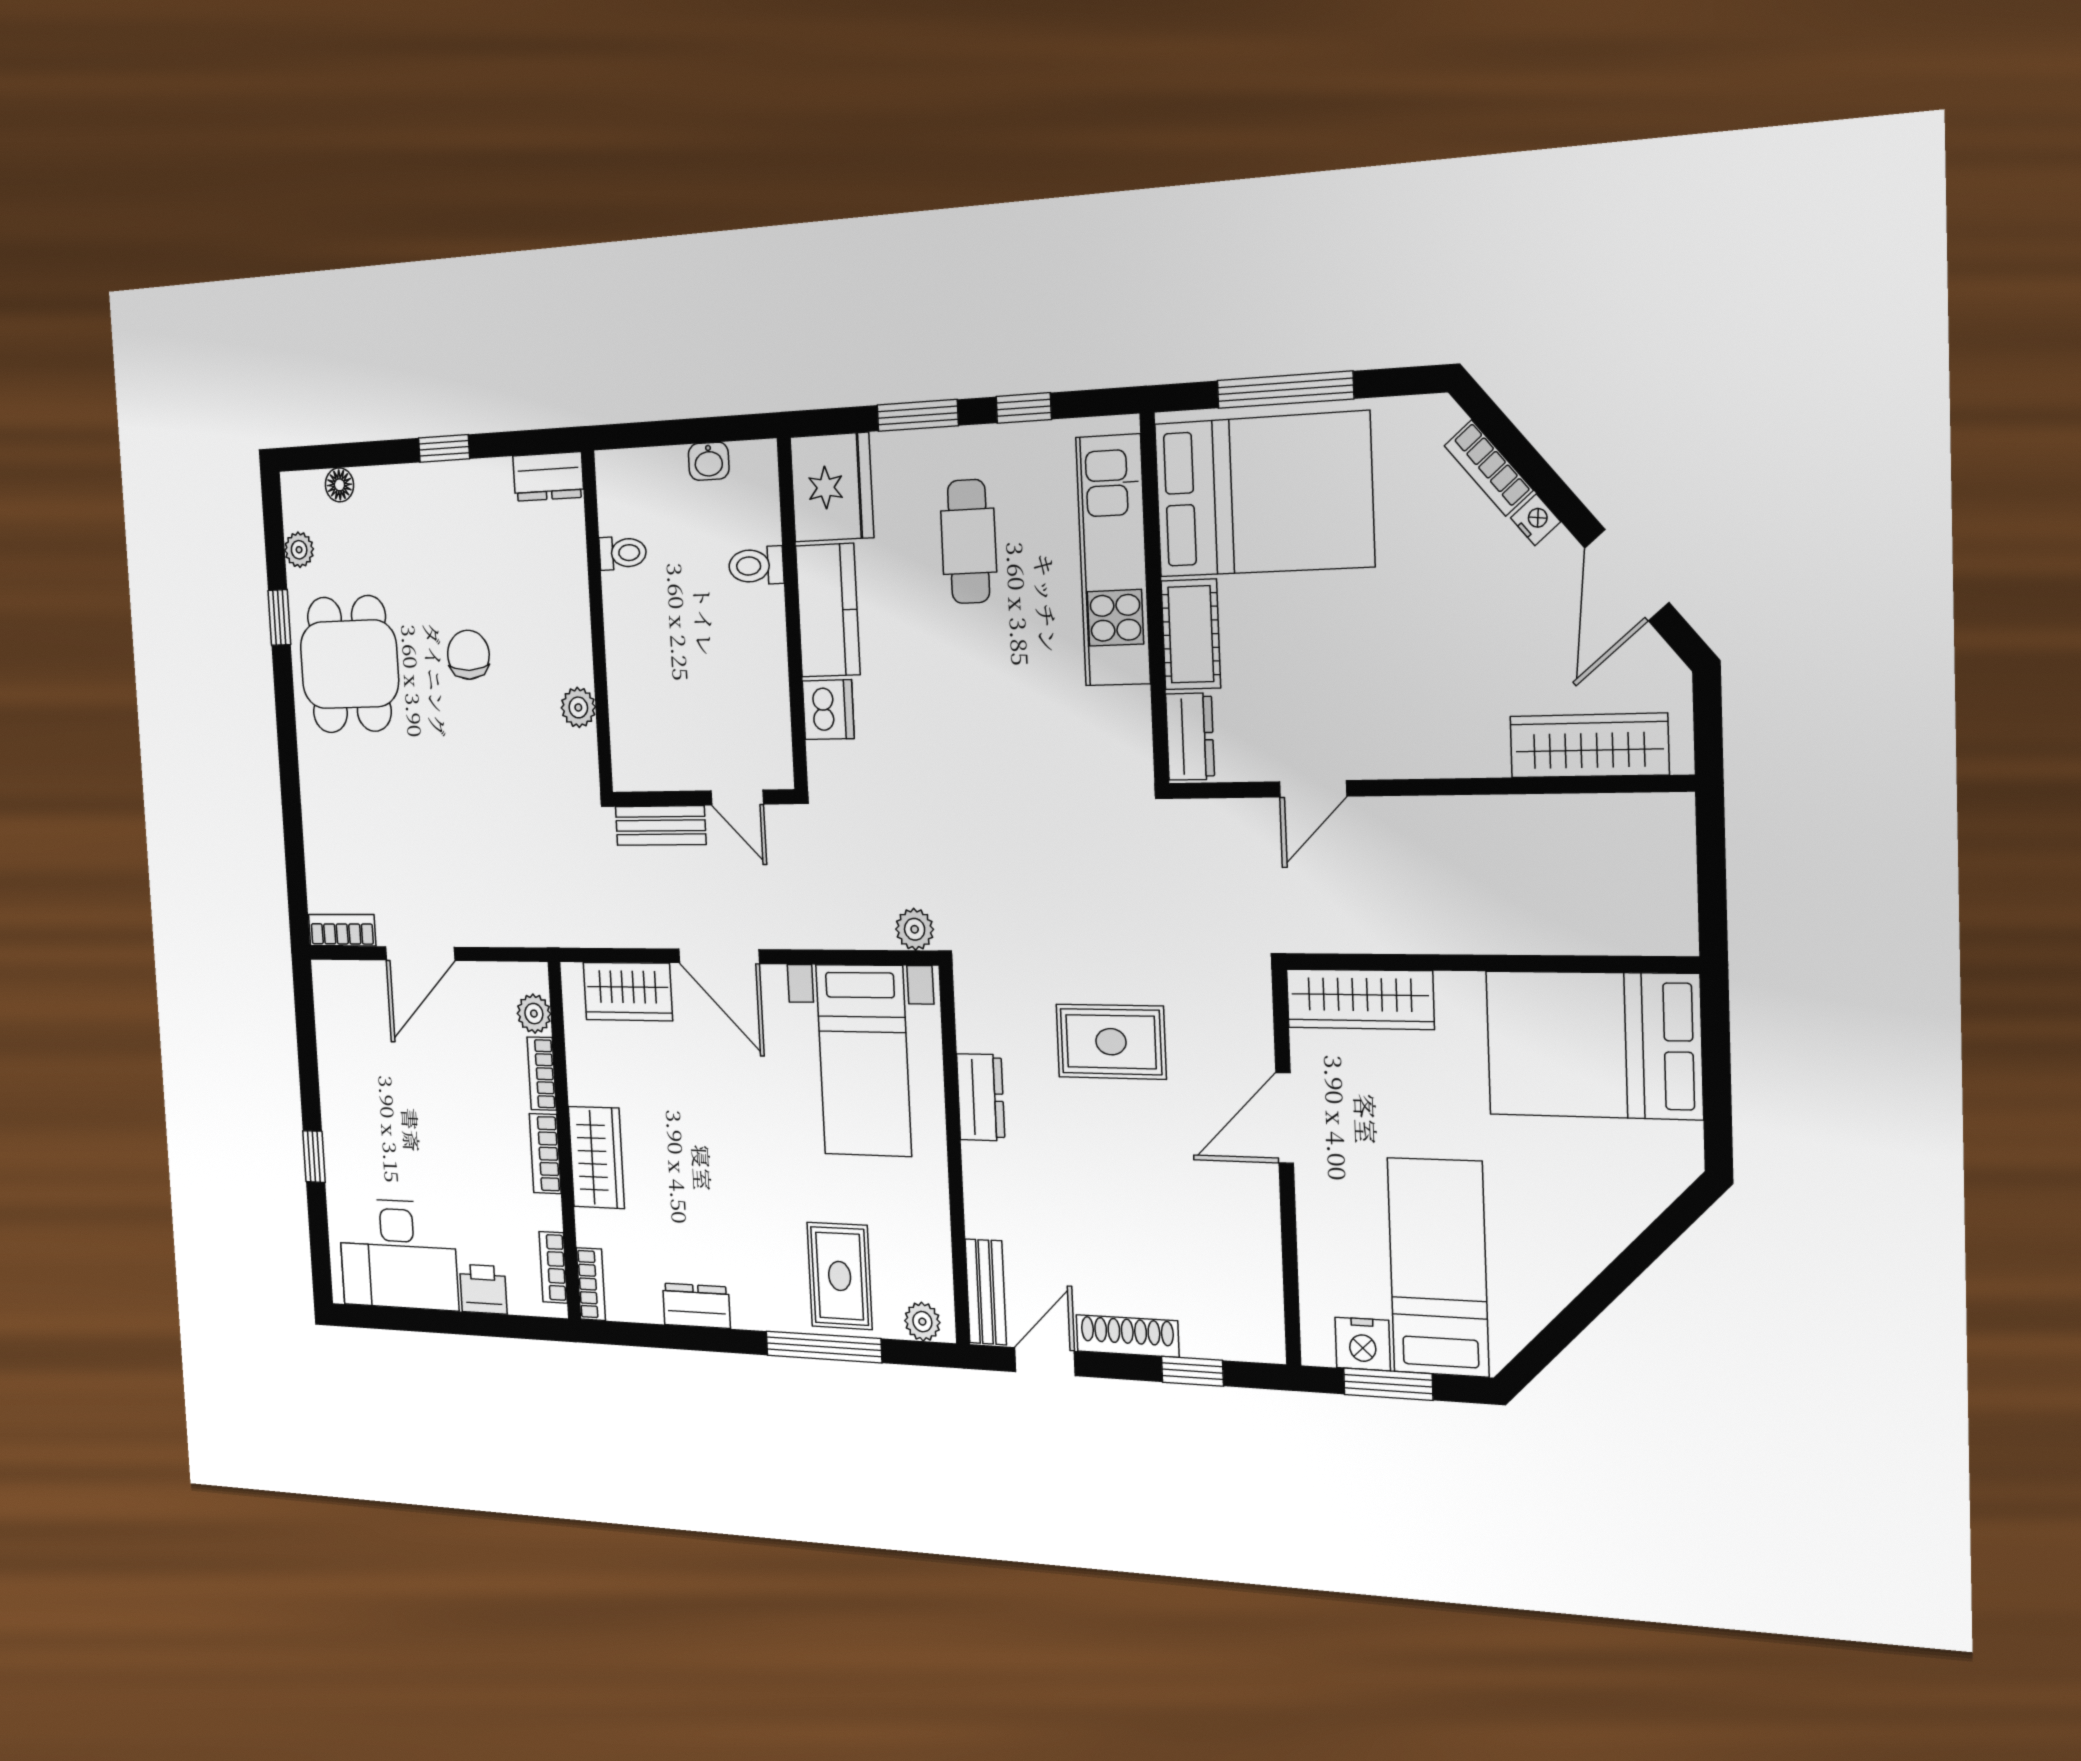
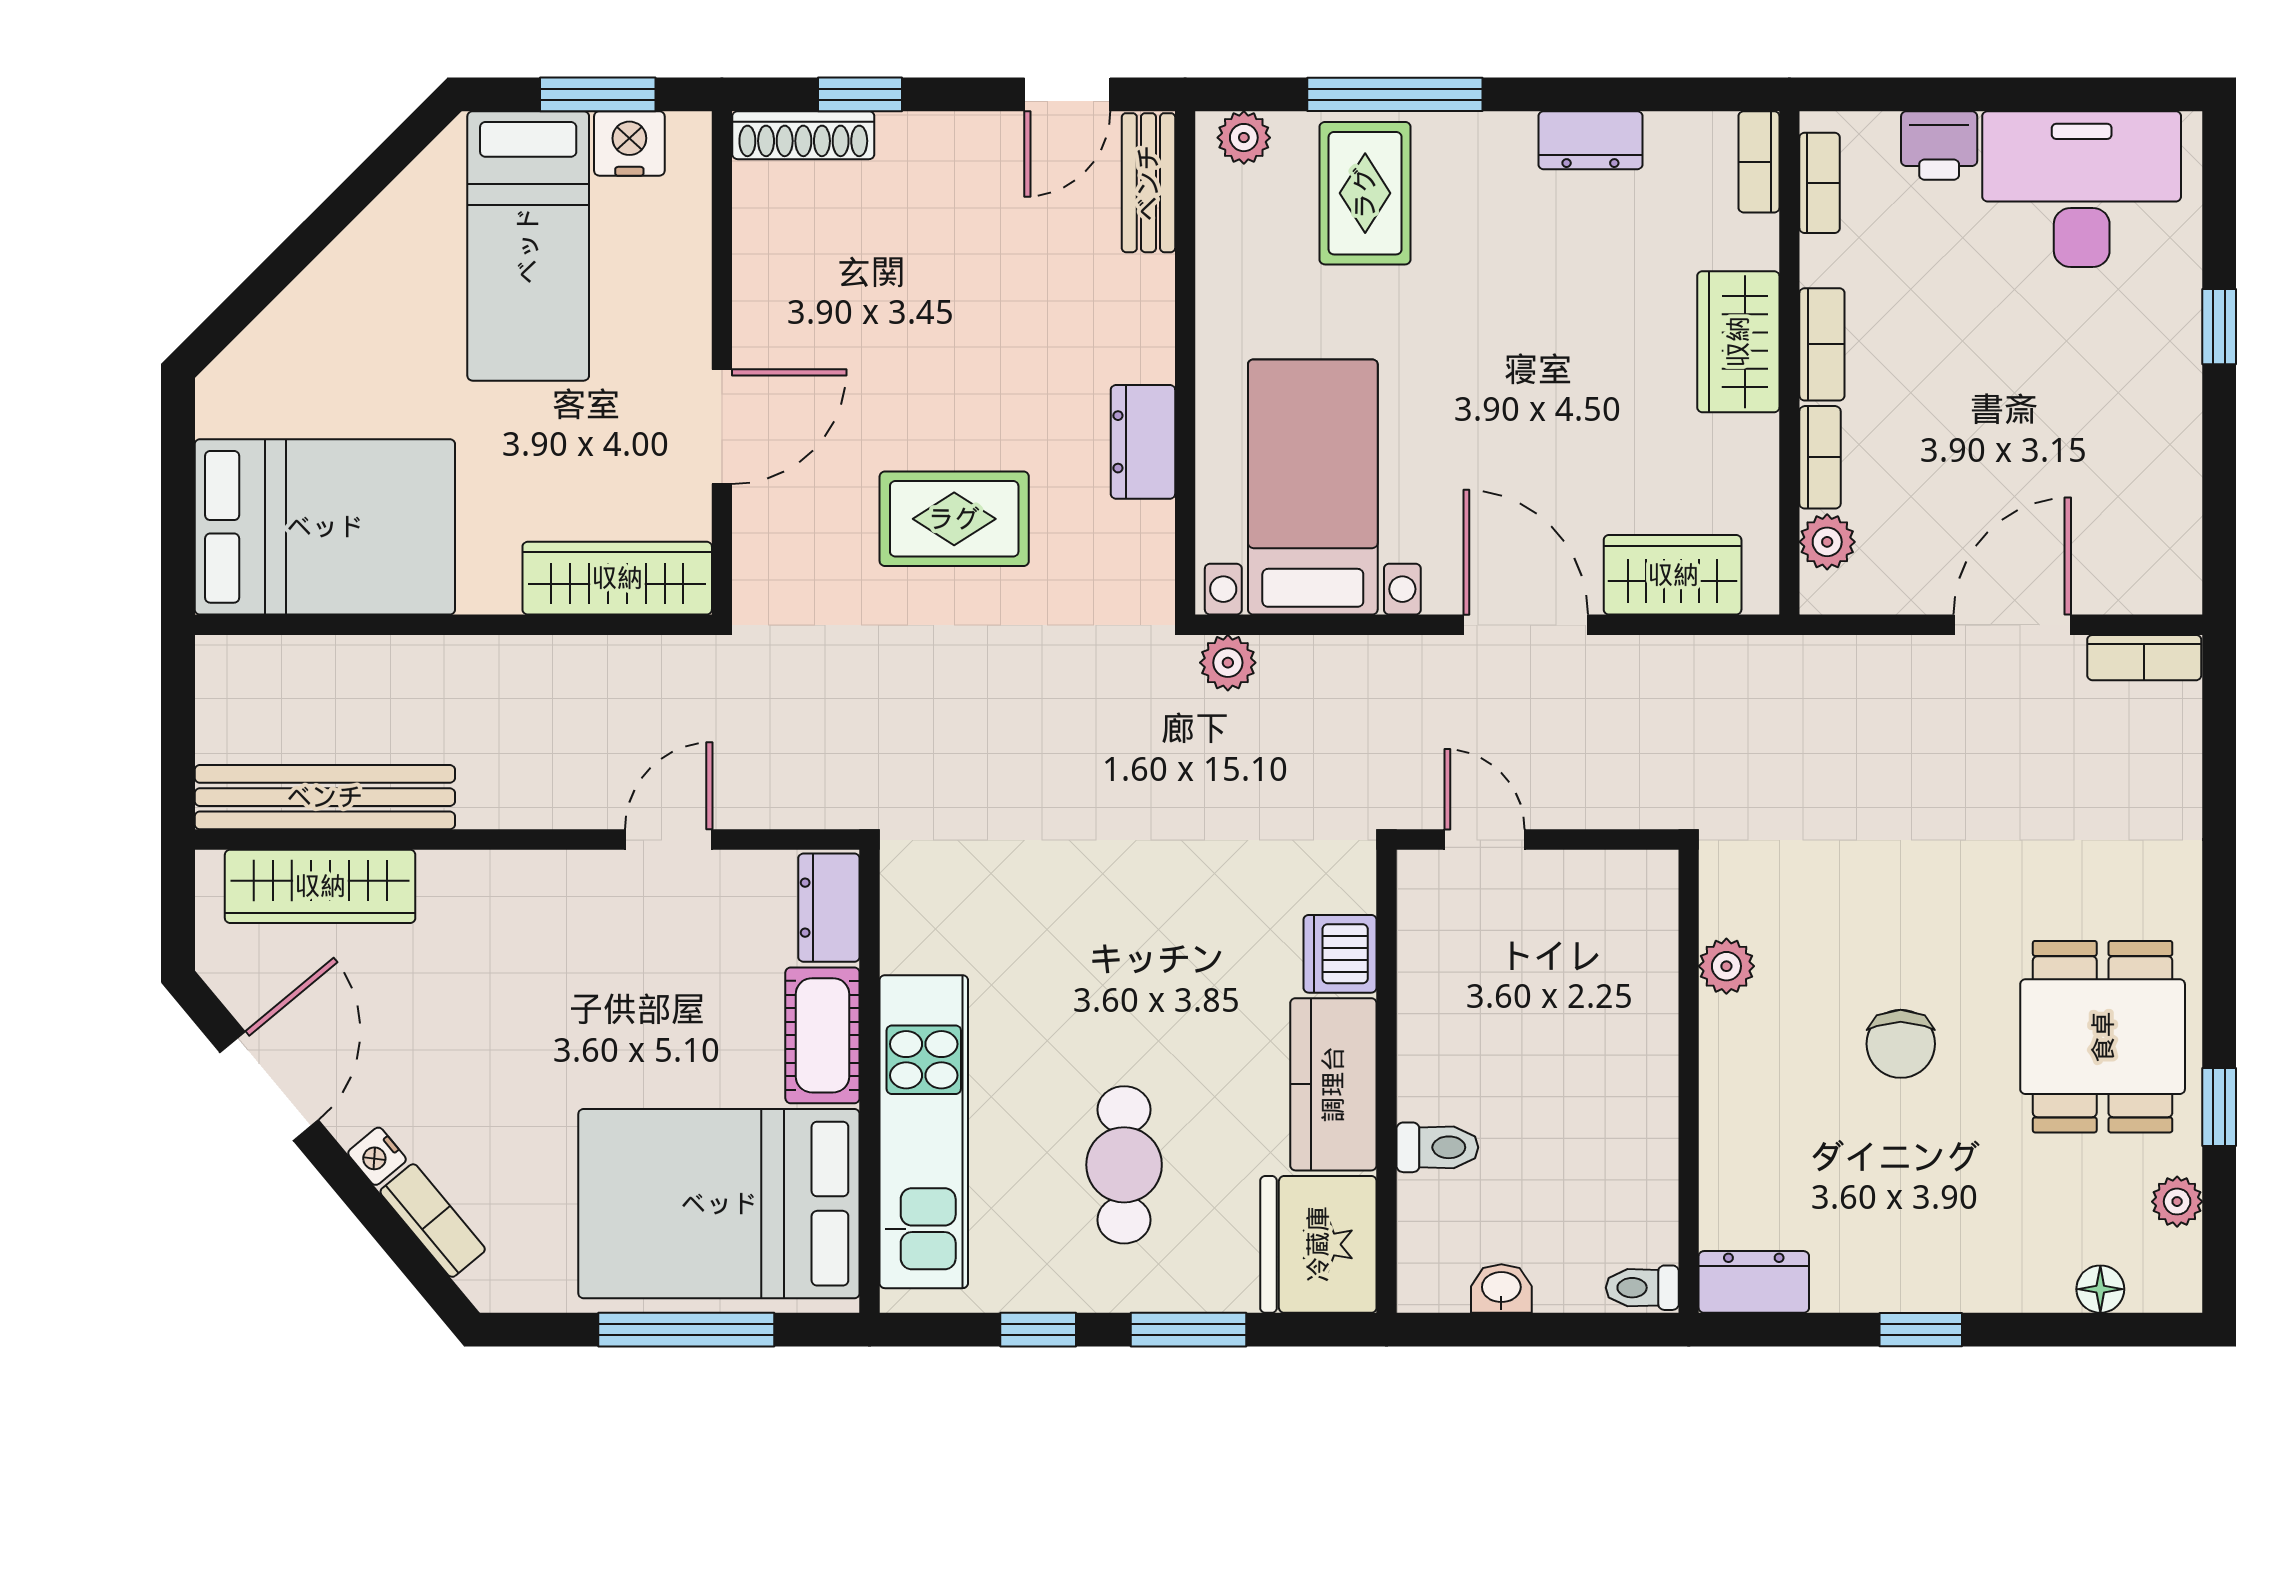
toilet: (623, 553) -> (1642, 1288), moved
bench: (661, 826) -> (325, 797), moved, width x1.86, depth x1.21
shoe rack: (1127, 1336) -> (803, 135), moved

